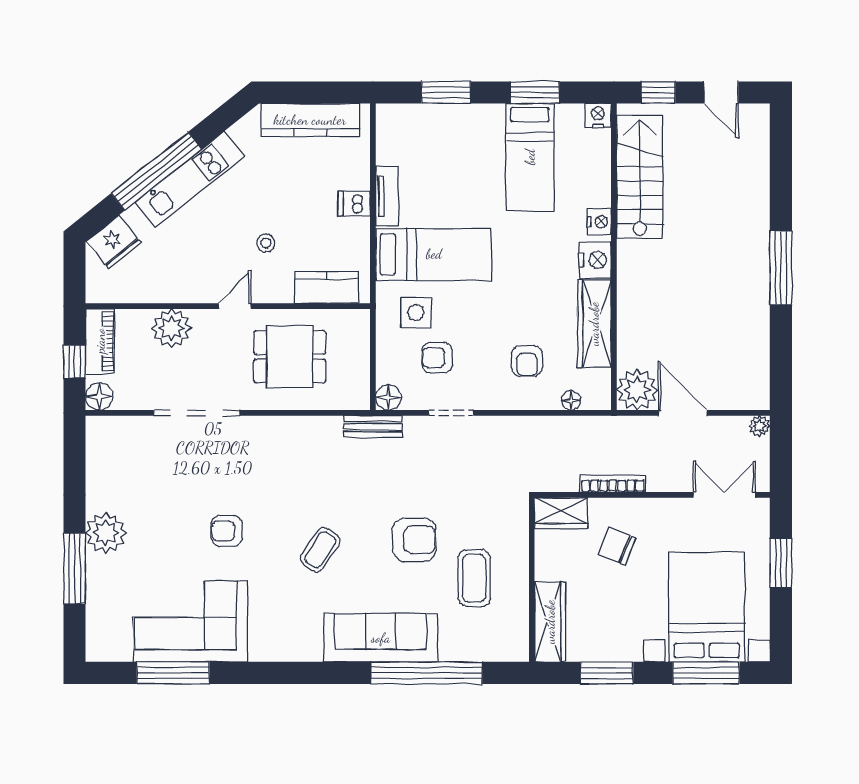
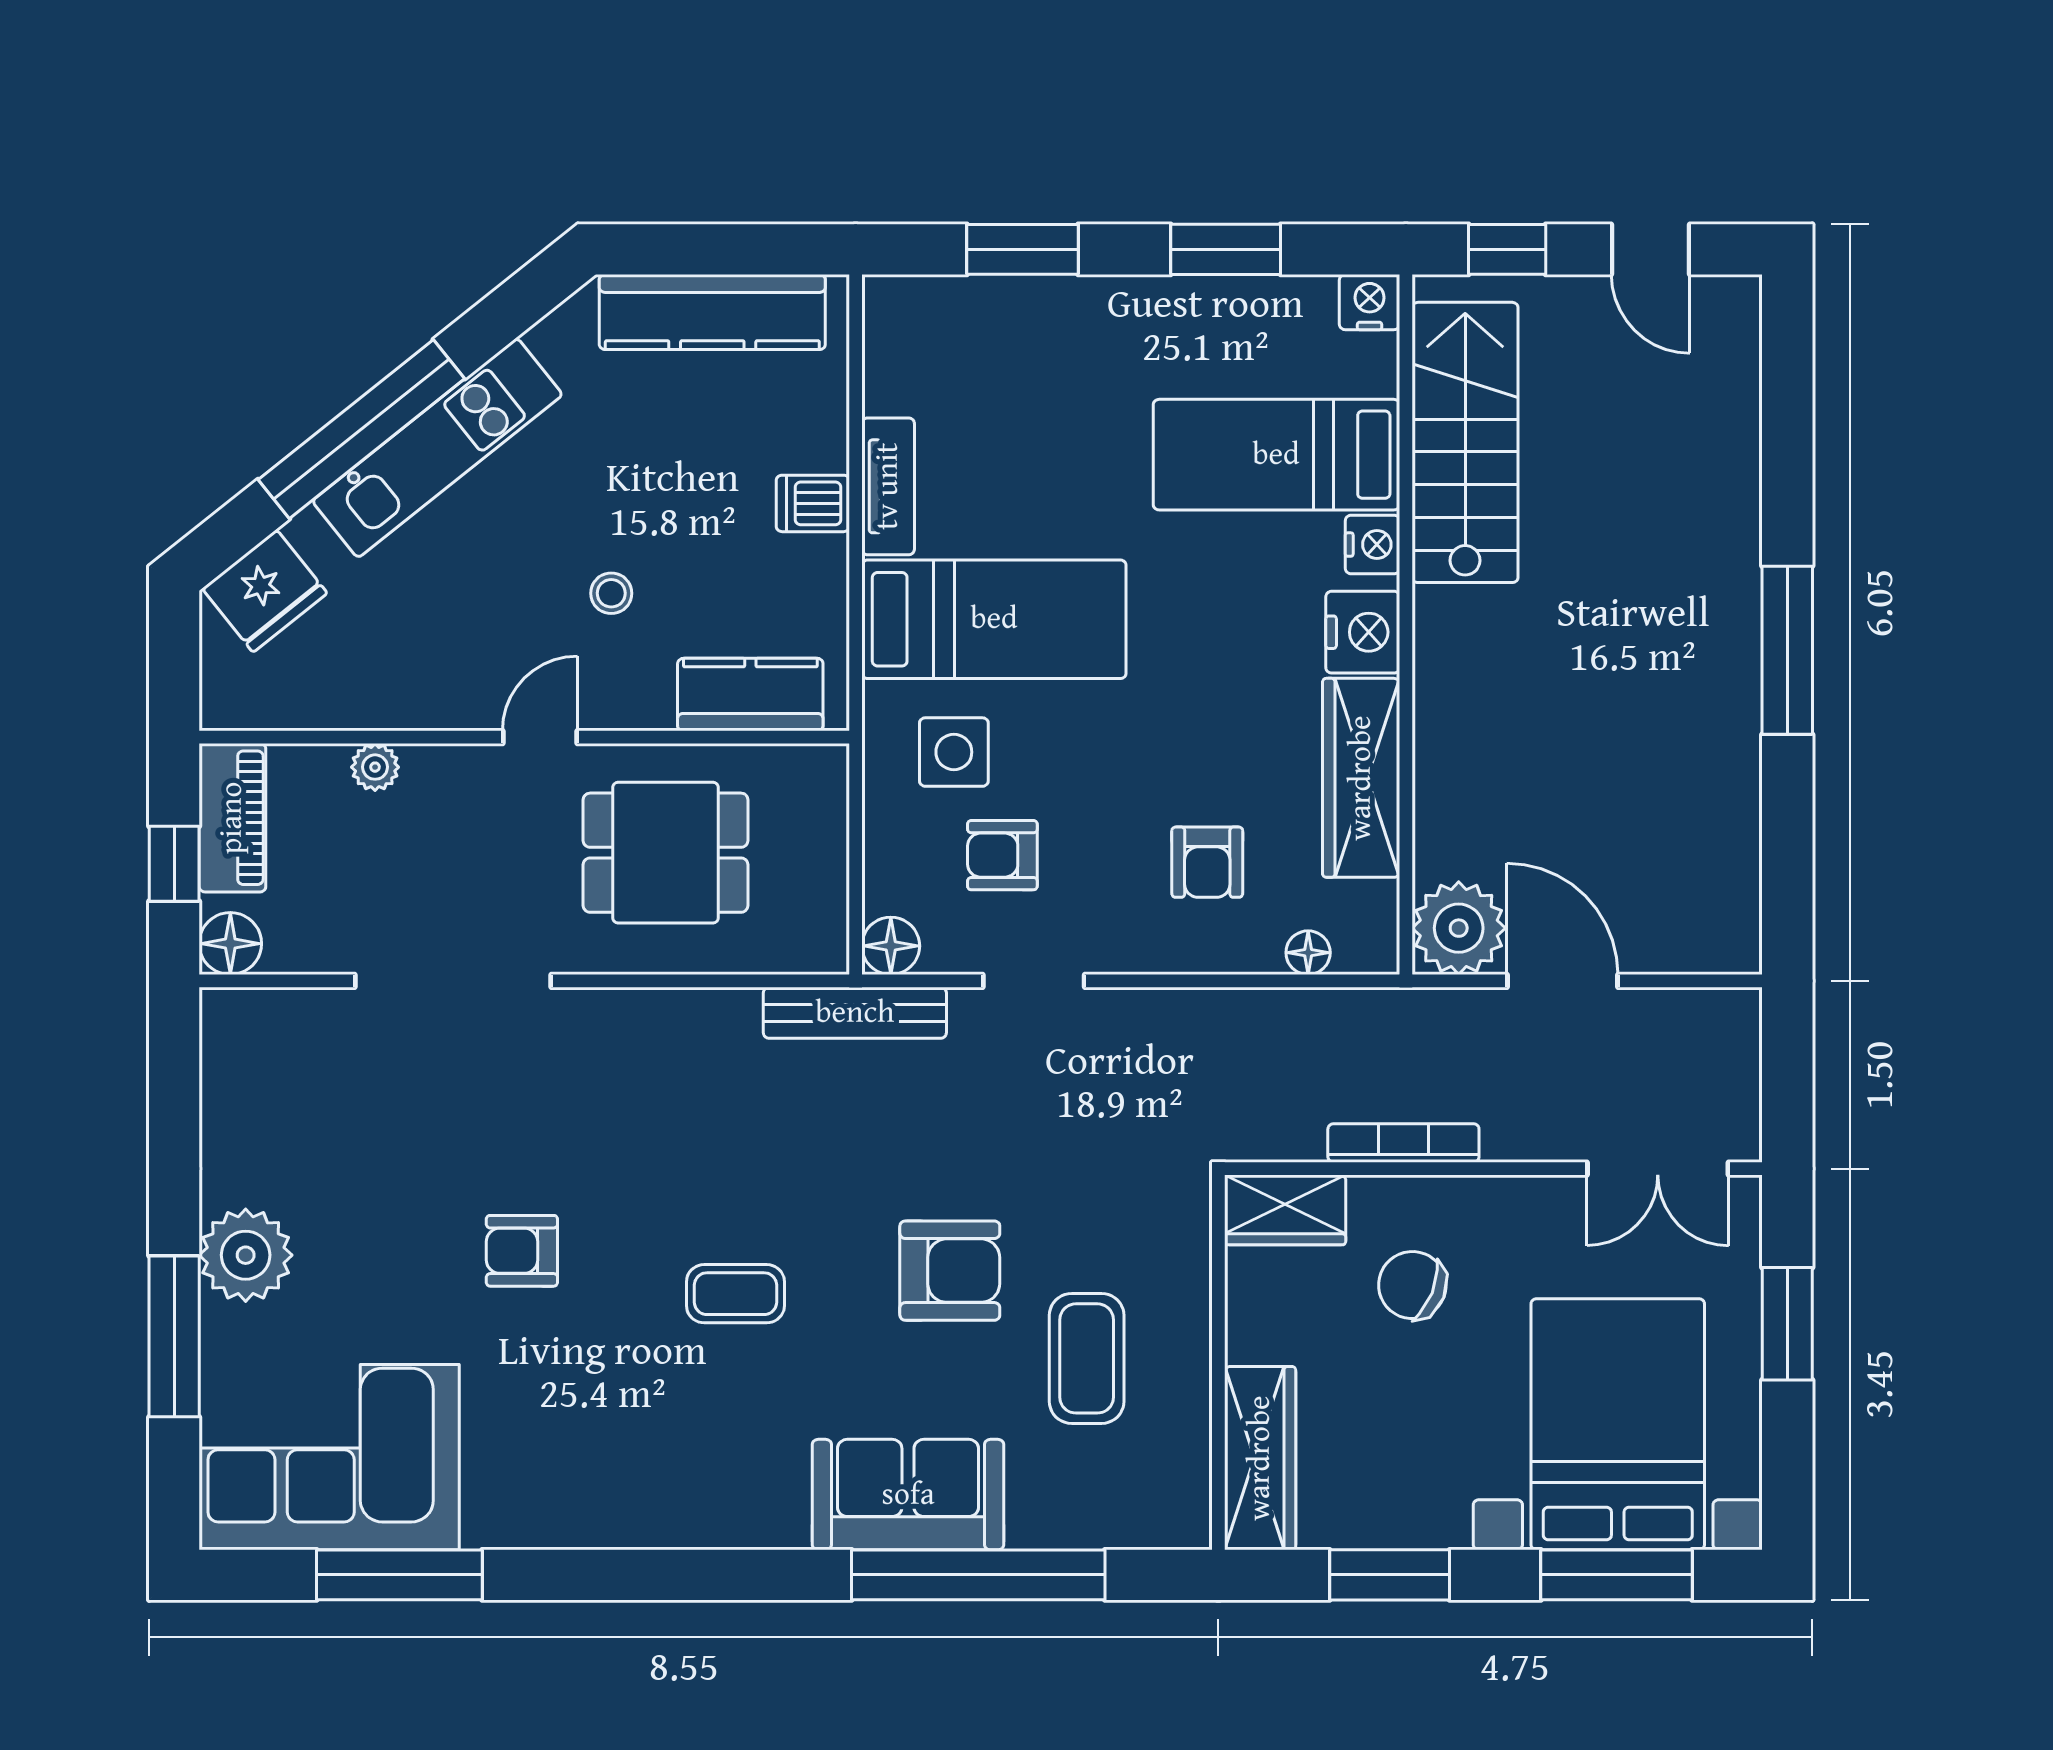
bed: (530, 157) -> (1276, 455), moved, turned 90
plant: (172, 328) -> (375, 767), width x0.53, depth x0.53
plant: (759, 426) -> (1738, 1011), removed
bench: (373, 427) -> (855, 1013), width x1.36
double door: (724, 495) -> (1658, 1169), swing flipped
coffee table: (320, 550) -> (735, 1294), turned 56
corner sofa: (191, 621) -> (329, 1457), moved
sofa: (381, 638) -> (908, 1495), width x0.73

